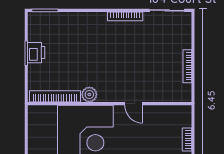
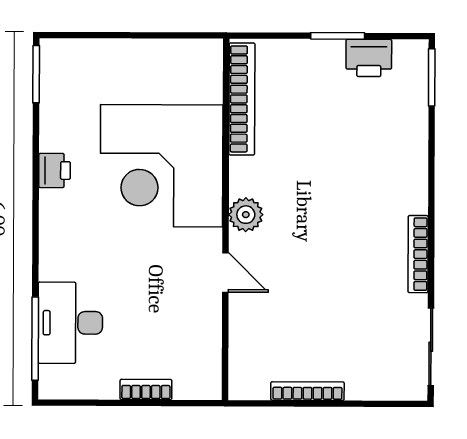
printer: (36, 53) -> (369, 58), moved
plant: (89, 94) -> (246, 215), moved
door: (134, 104) -> (225, 272), swing flipped

